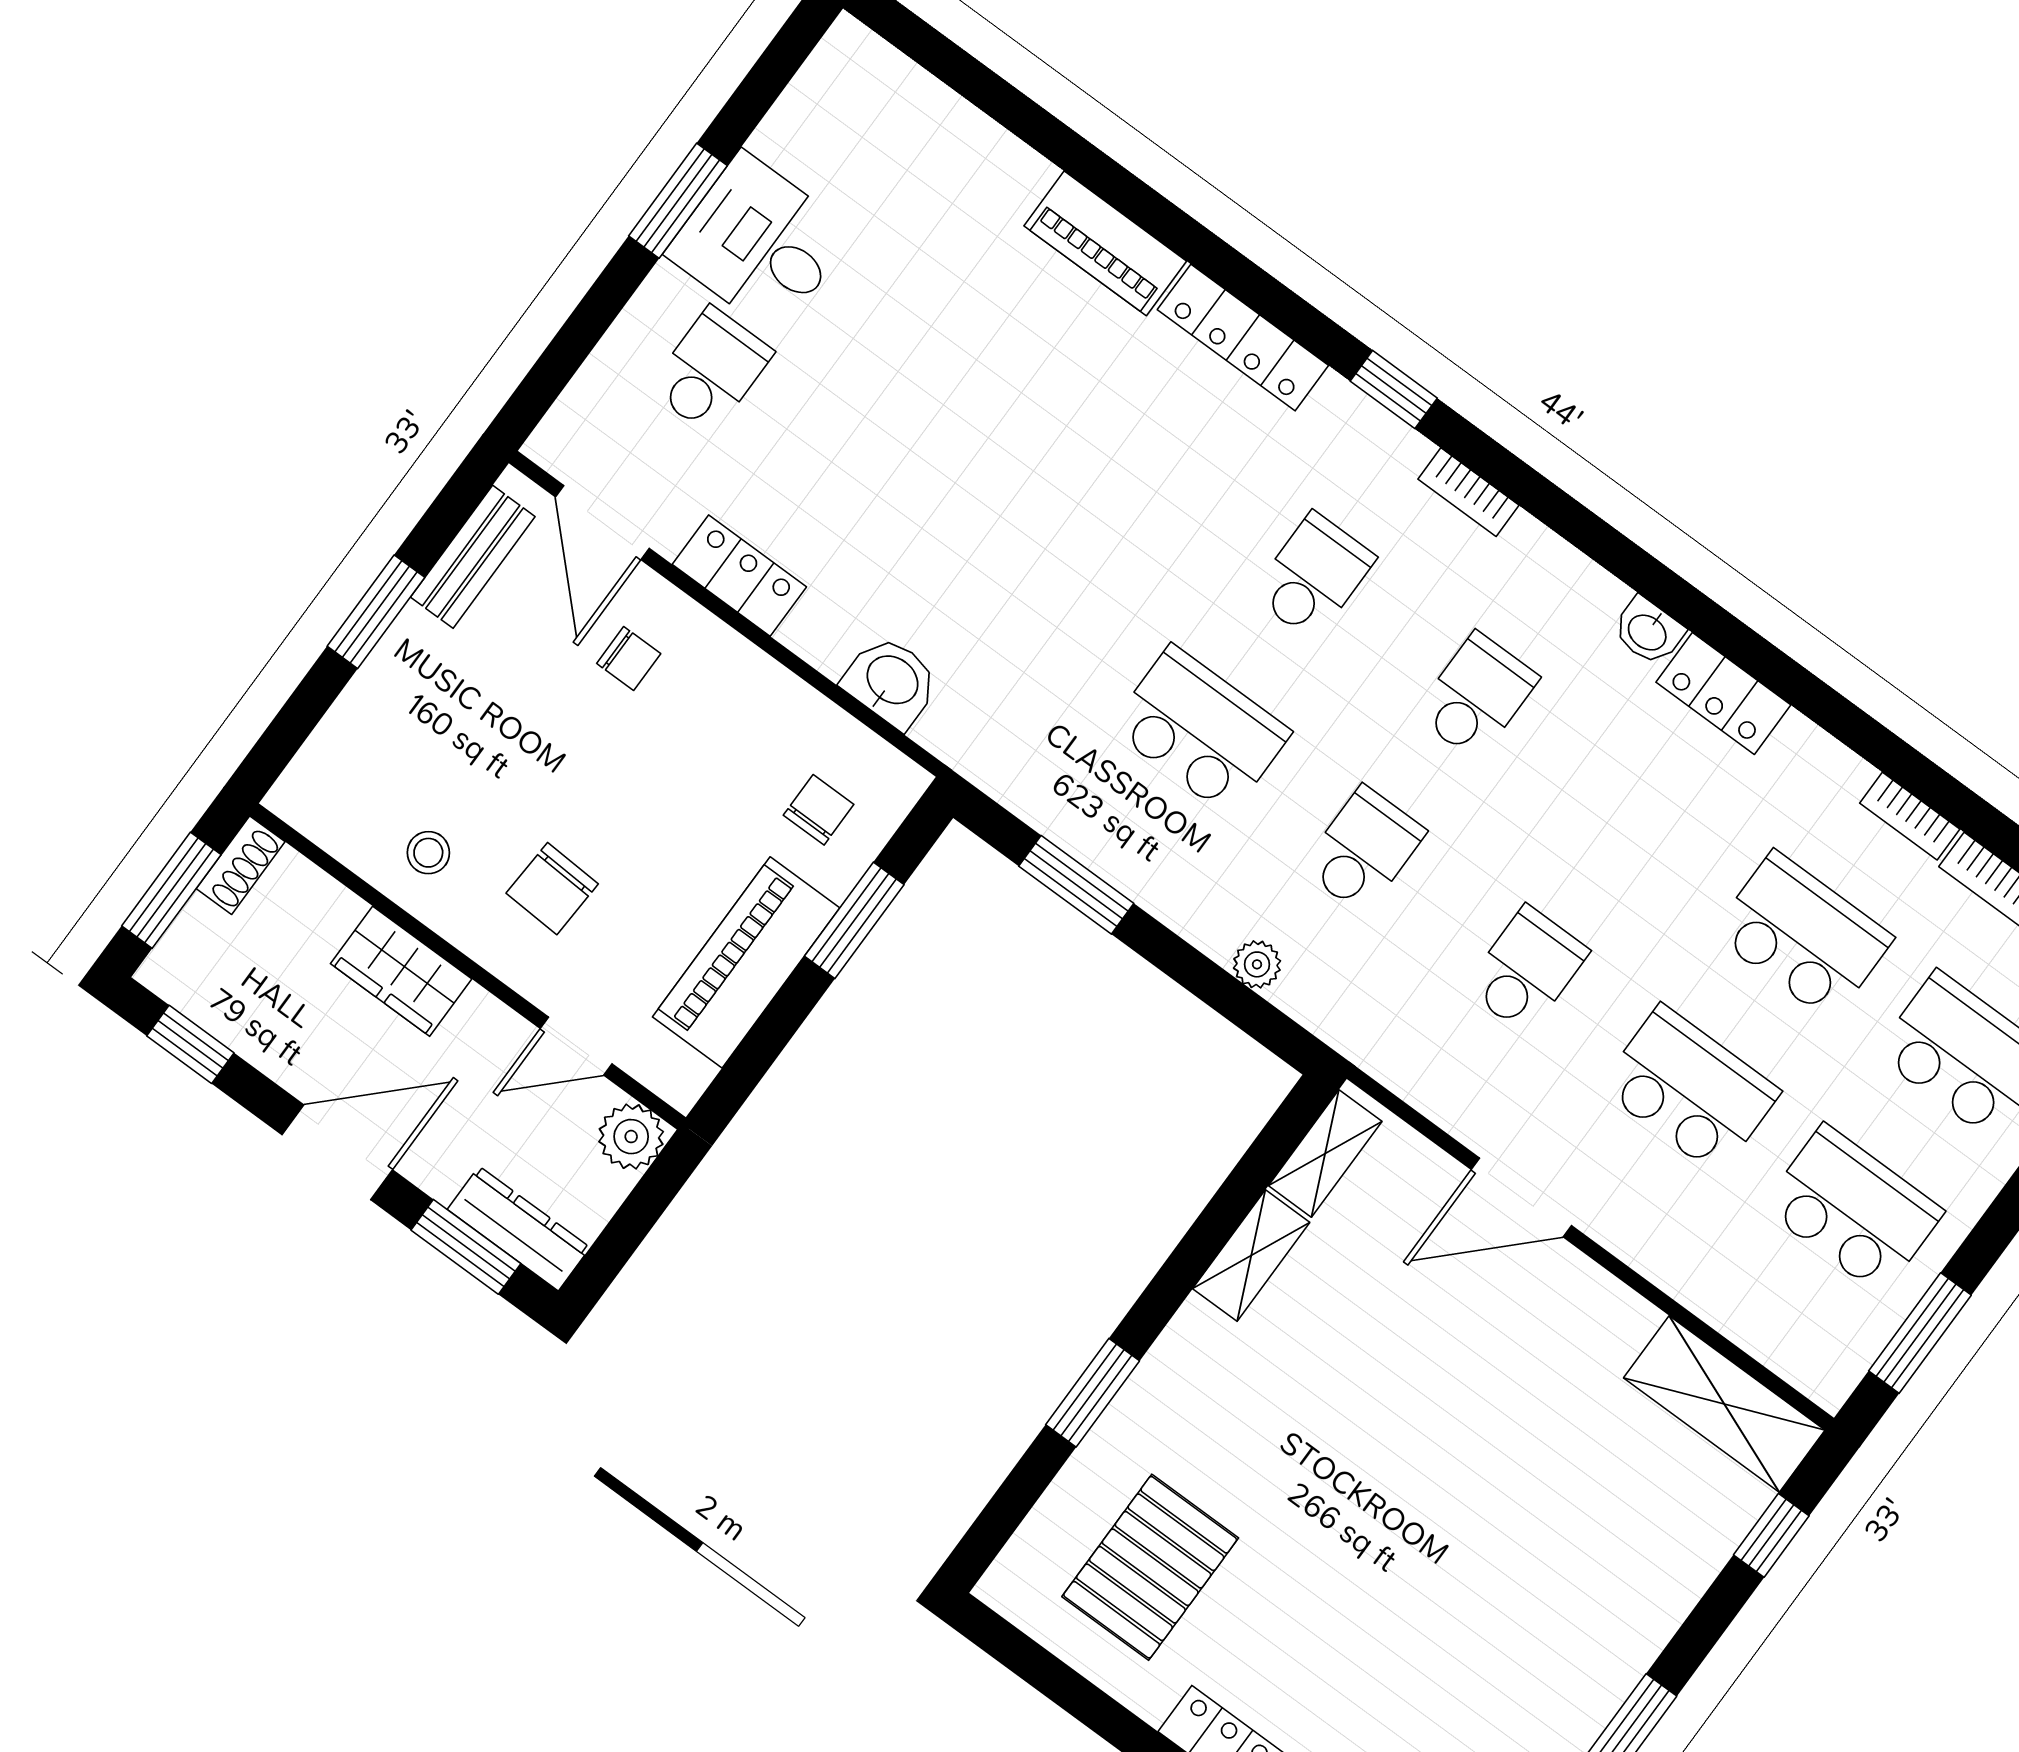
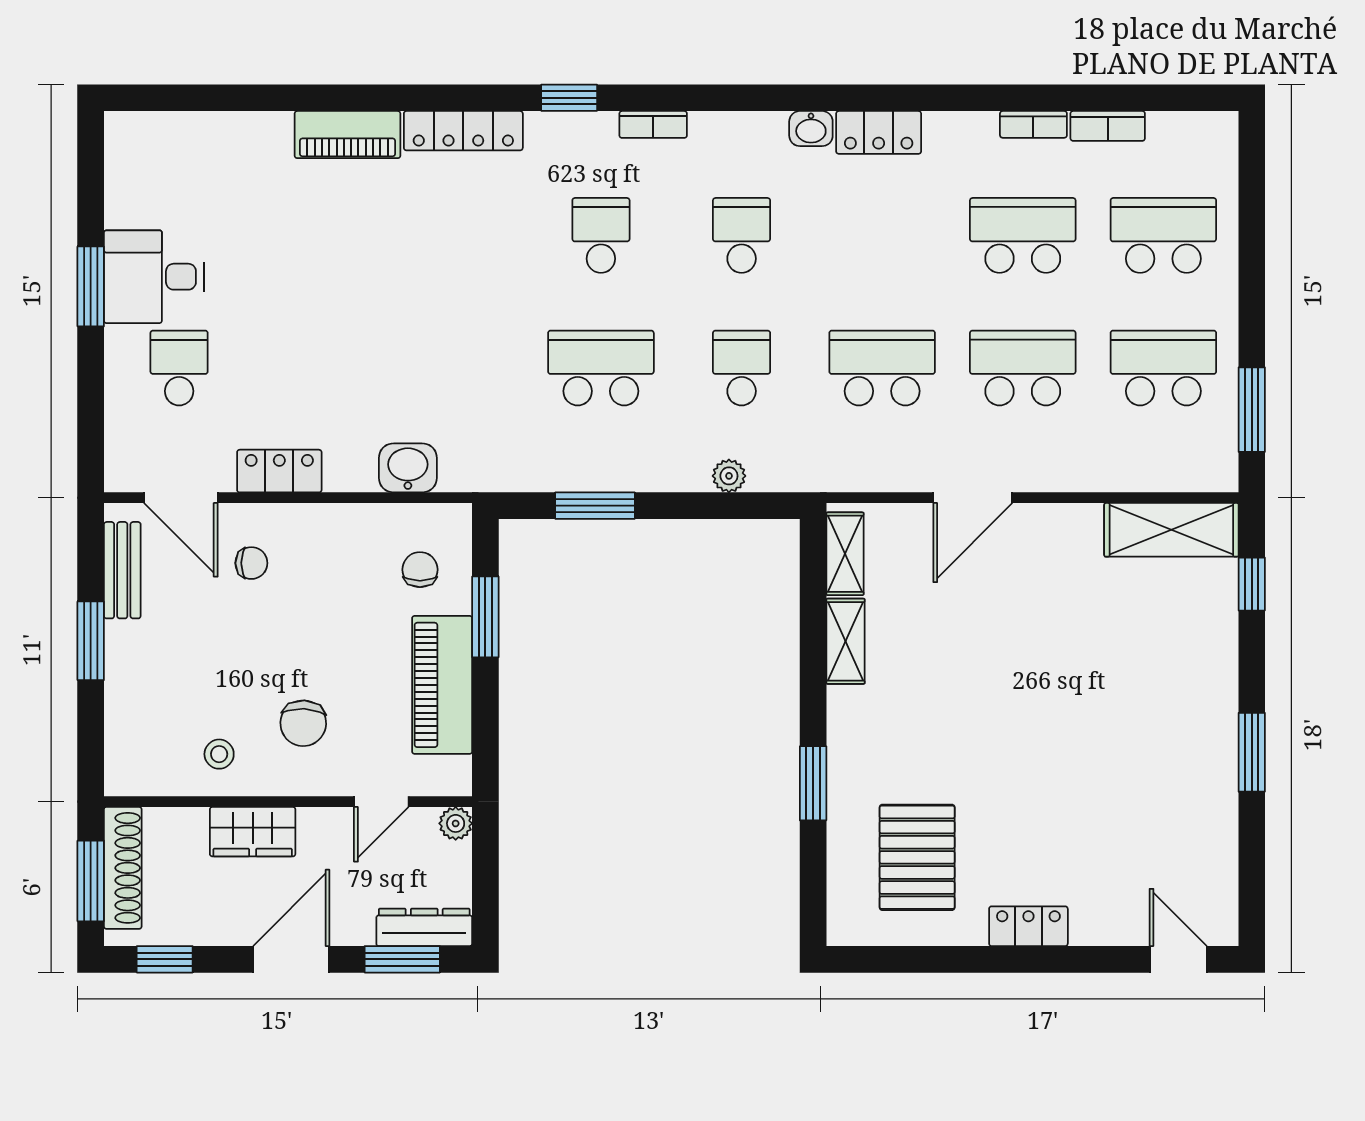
shoe rack: (241, 865) -> (123, 868), width x1.94, depth x1.24
school desk: (1527, 970) -> (882, 368), width x1.85
plant: (631, 1137) -> (456, 823), width x0.73, depth x0.73

